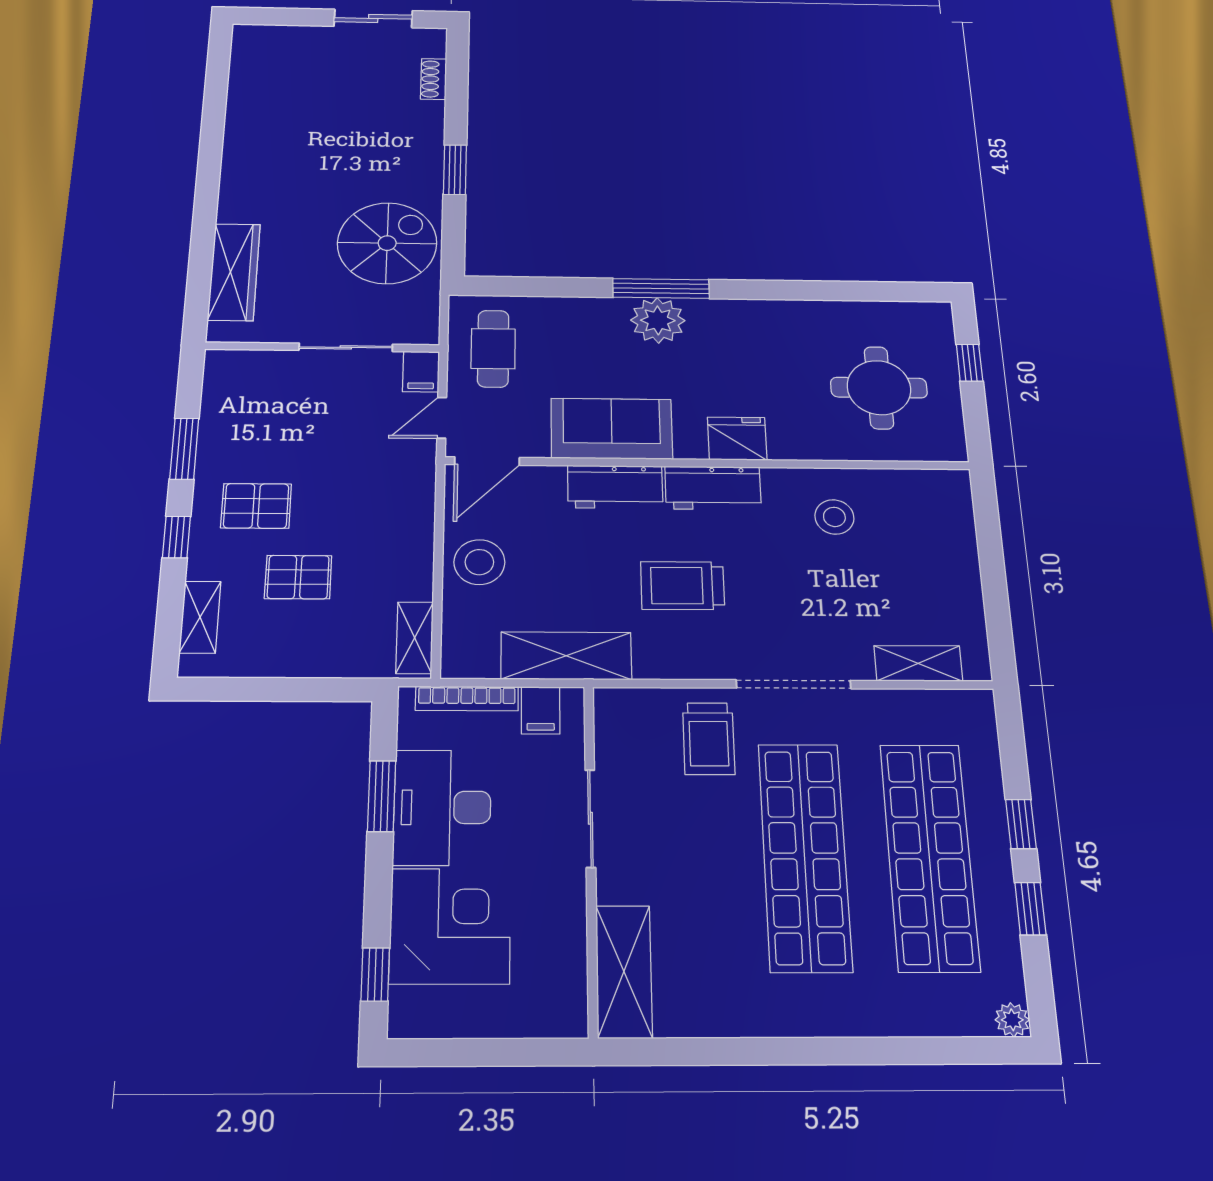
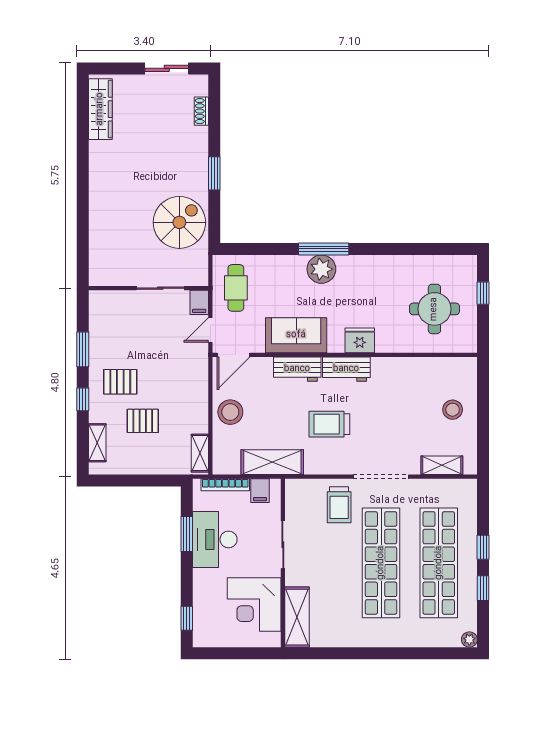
wardrobe: (234, 272) -> (100, 109), moved
stool: (834, 517) -> (453, 410), moved
corner desk: (450, 926) -> (254, 604), moved, turned 180

